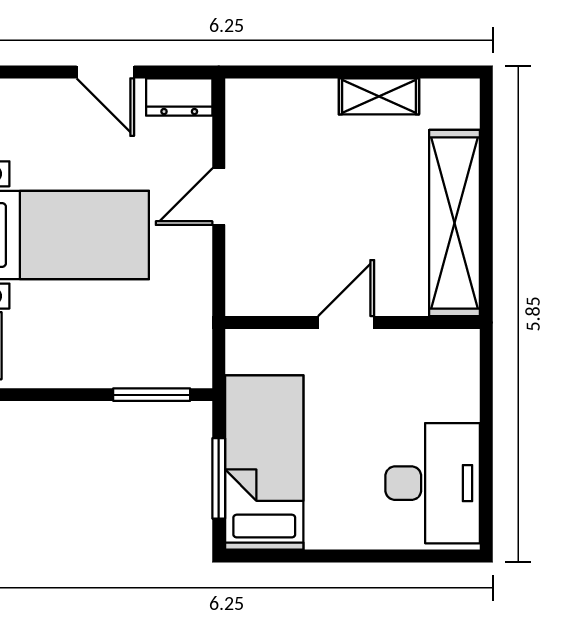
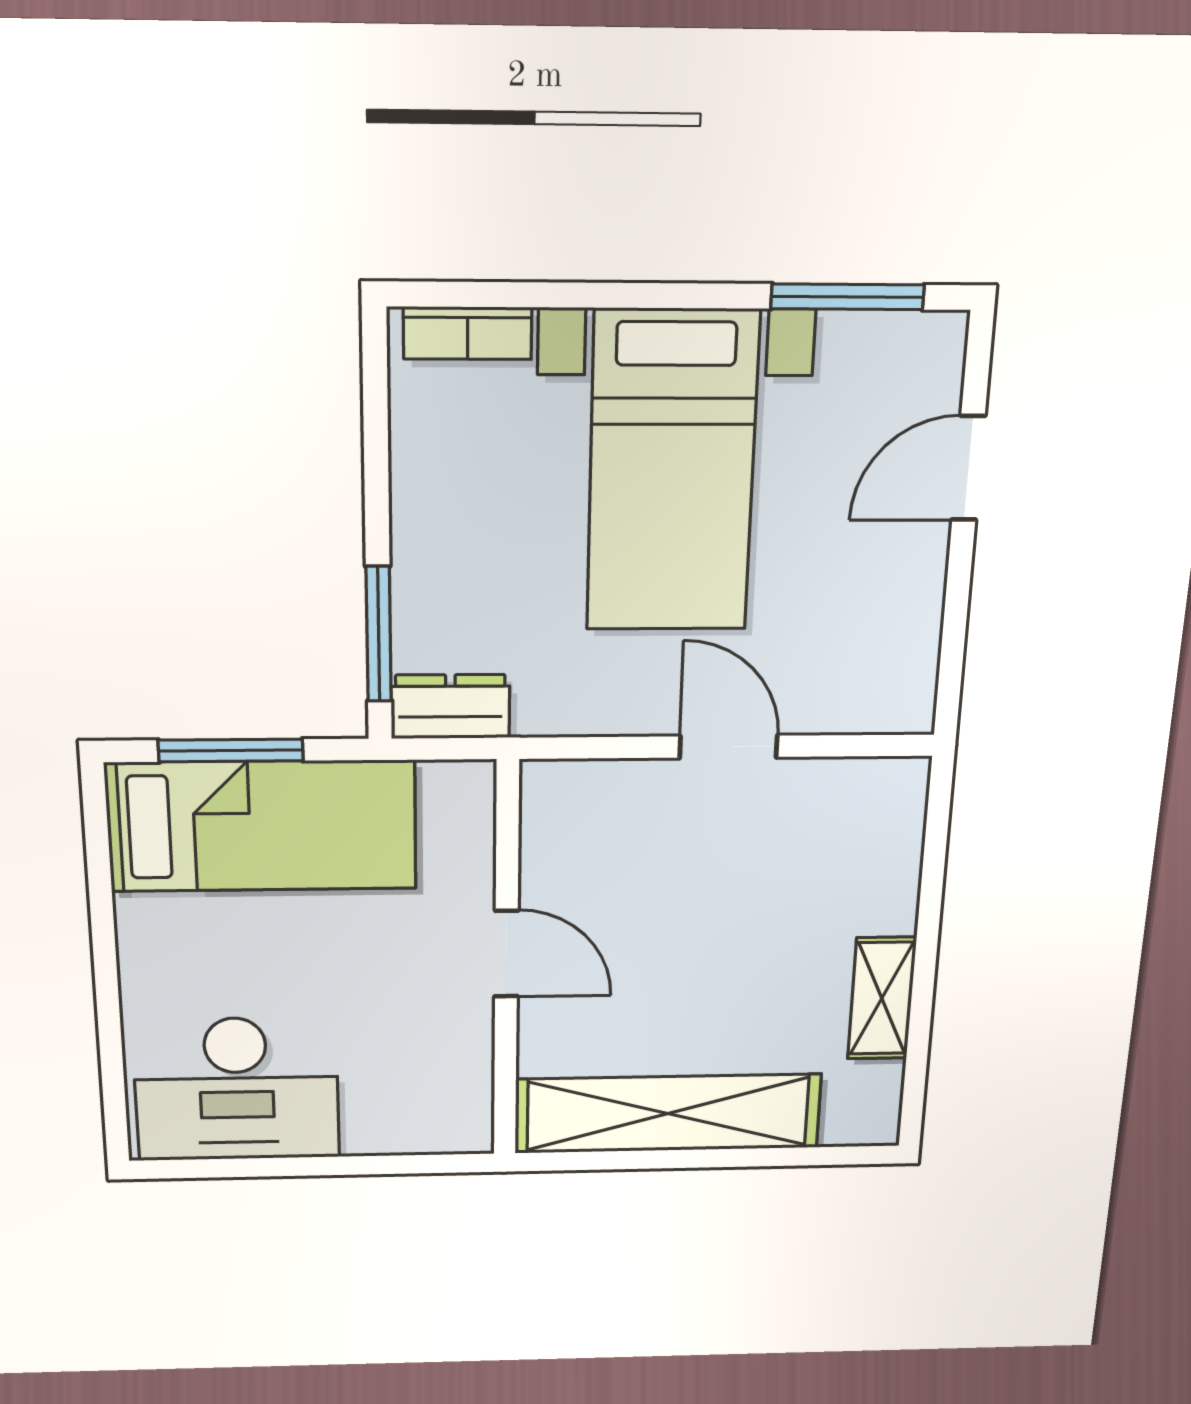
door: (105, 72) -> (968, 468), moved
dresser: (179, 97) -> (450, 707), moved, turned 90

